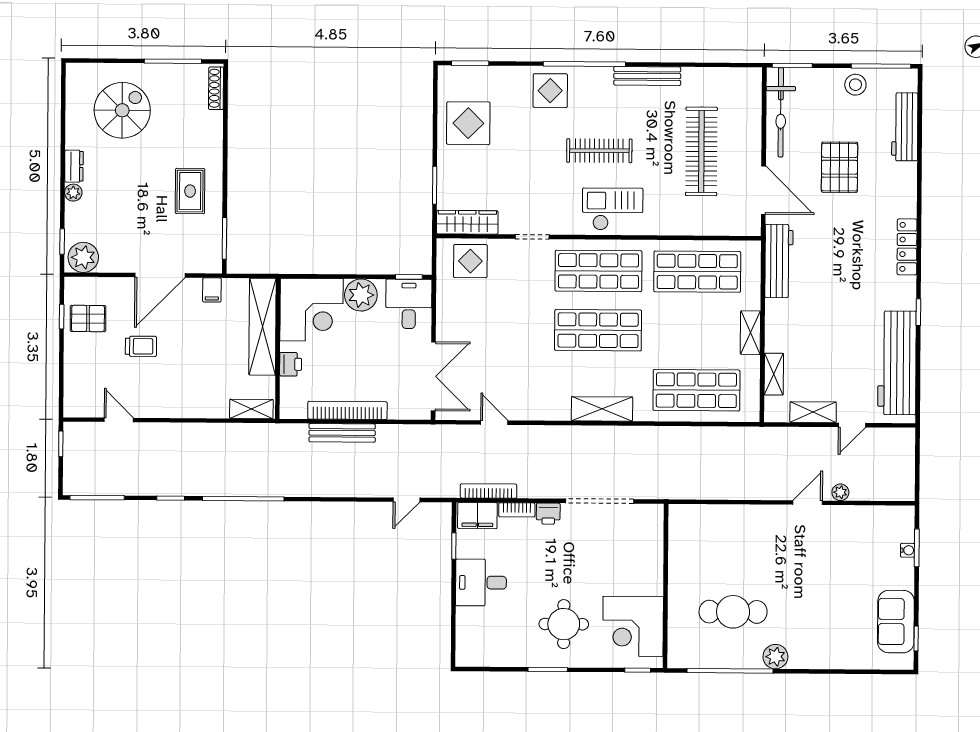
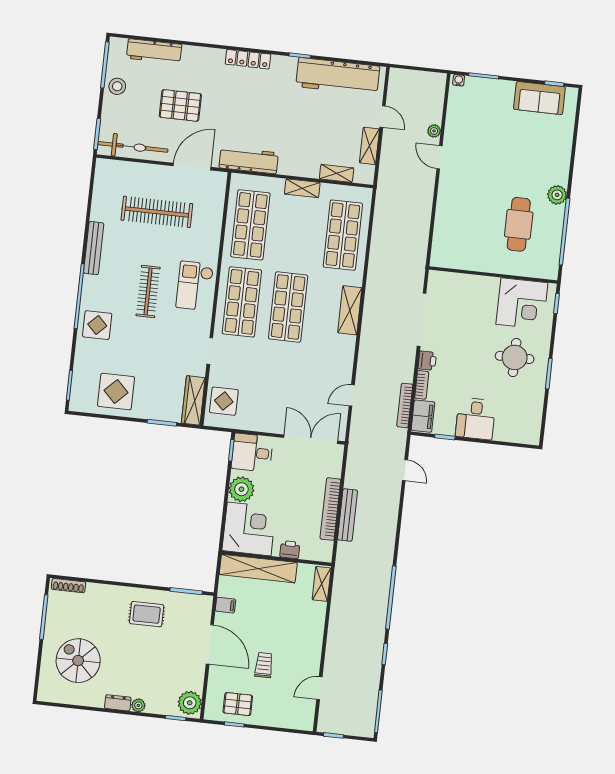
pallet: (88, 318) -> (238, 704), turned 90
water cooler: (908, 550) -> (459, 80), moved

